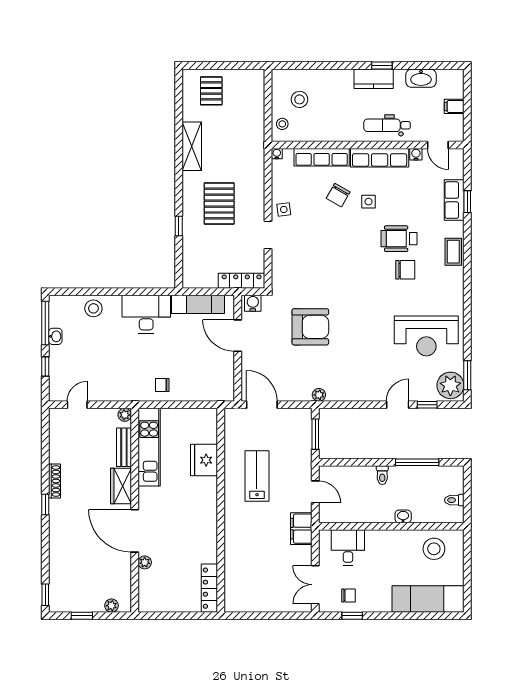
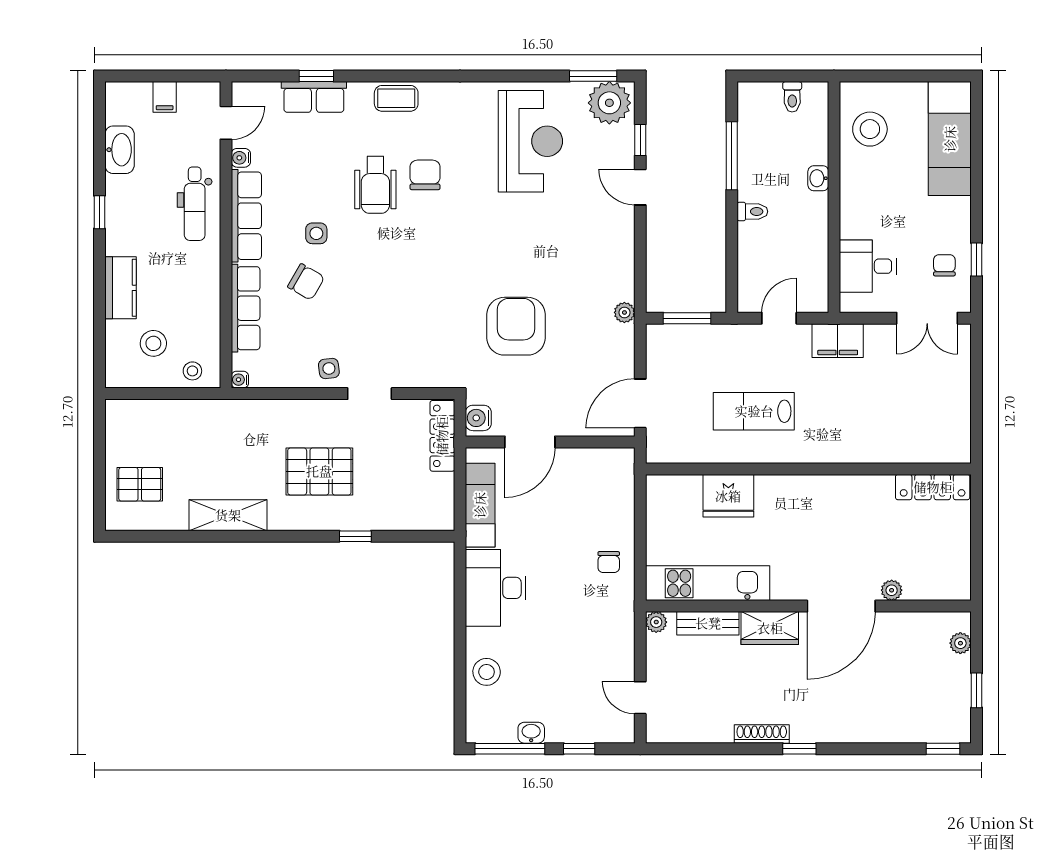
kitchen counter: (374, 79) -> (120, 288), moved

